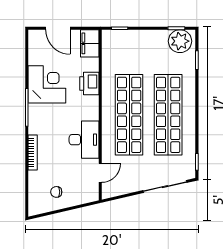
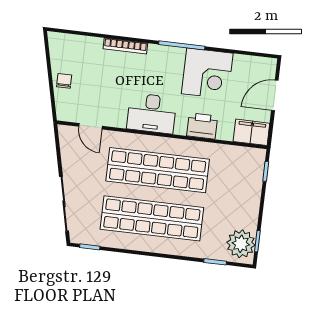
desk: (84, 140) -> (152, 113), moved
chair: (56, 192) -> (64, 81), moved

